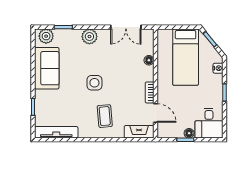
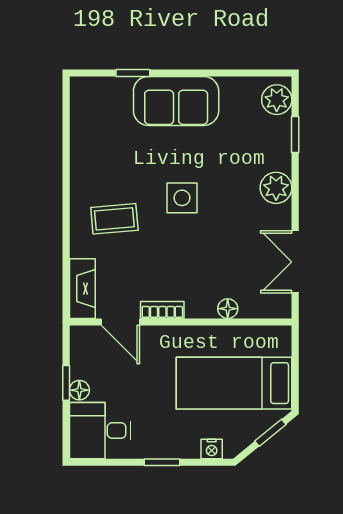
sofa: (47, 68) -> (176, 101), moved
door: (155, 113) -> (120, 322), hinge flipped
tv unit: (56, 132) -> (82, 120), removed

